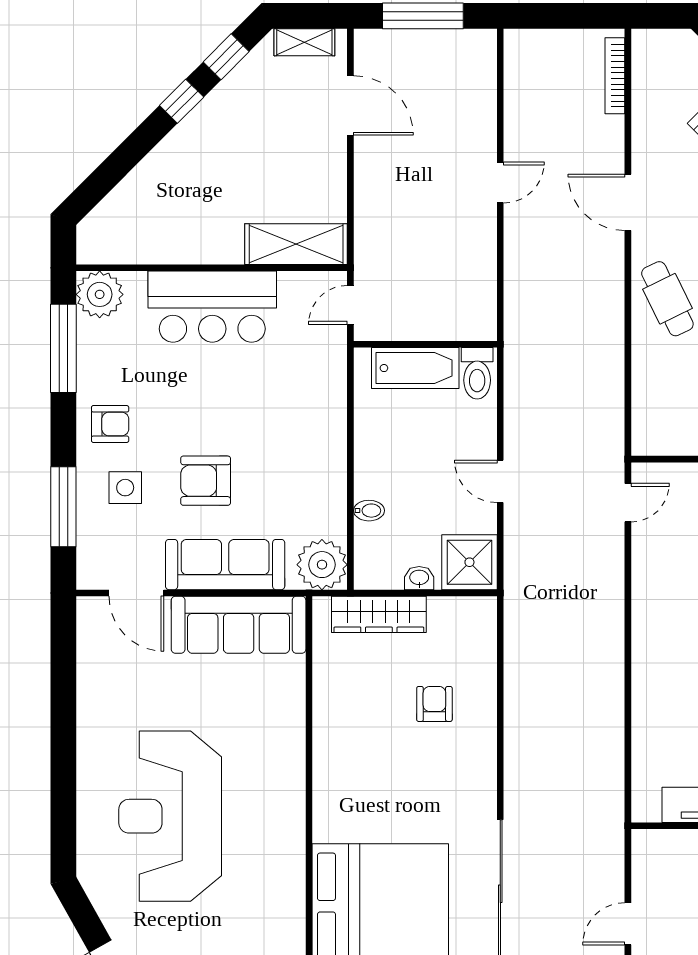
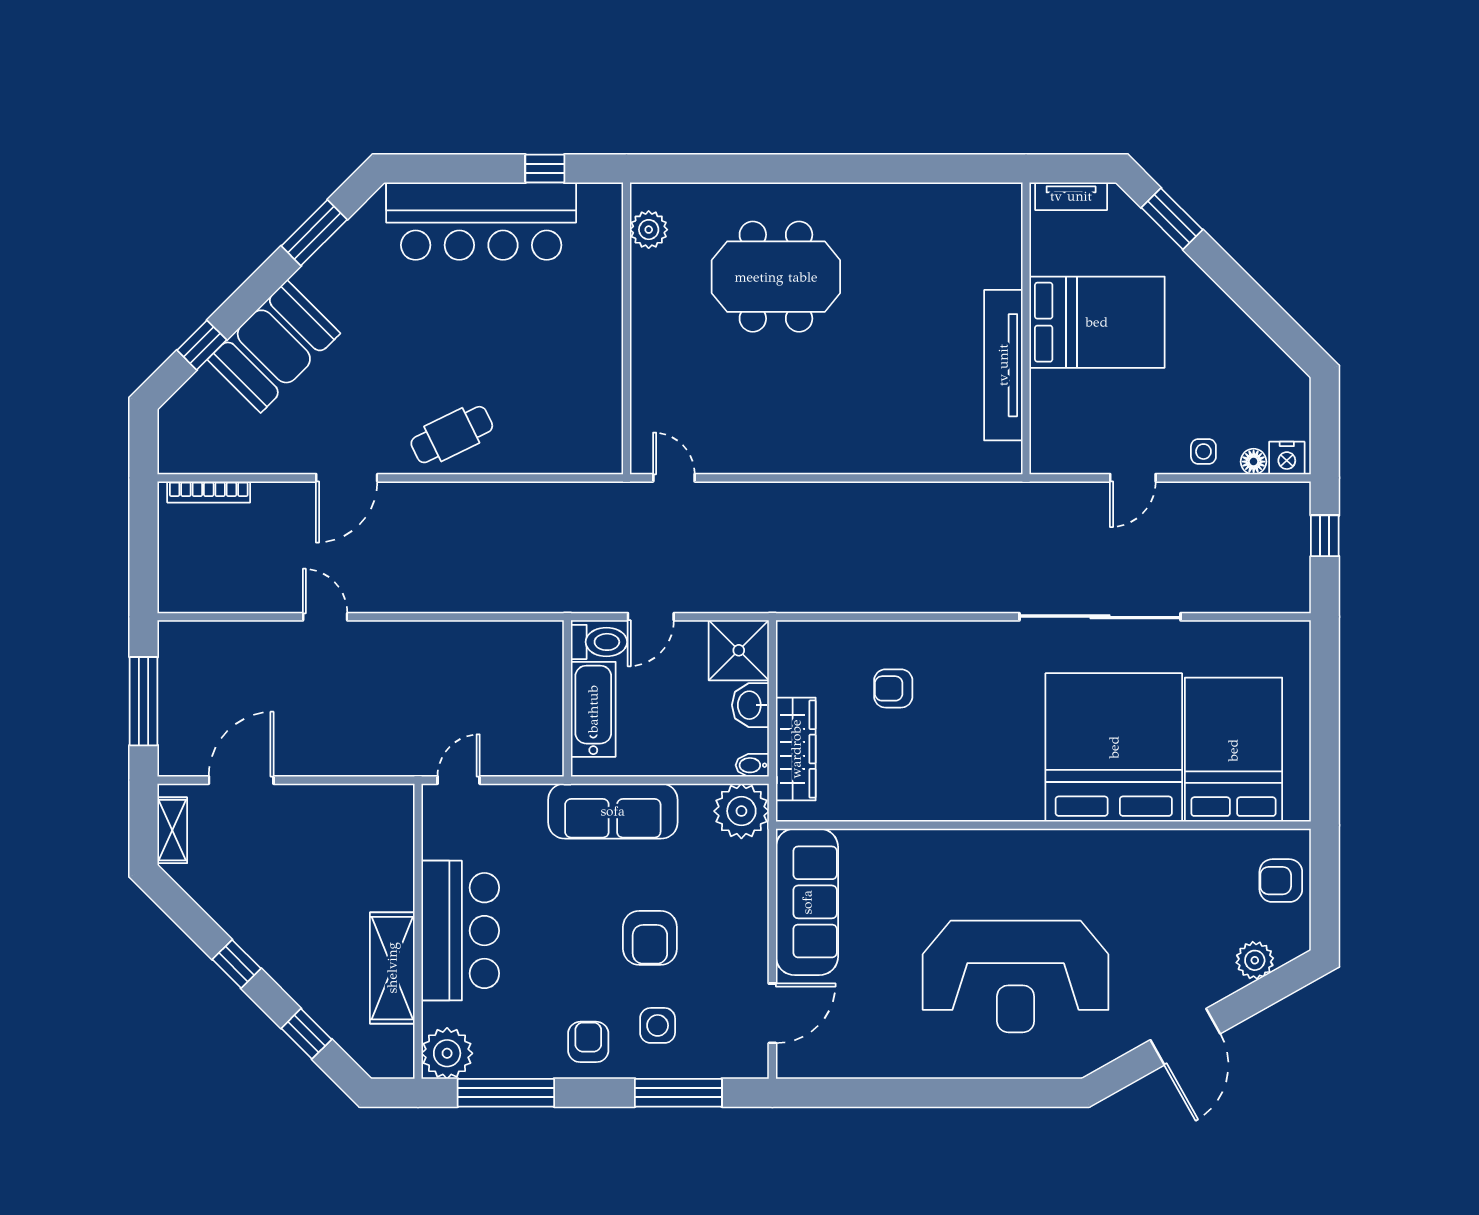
window: (226, 57) -> (306, 1034), moved
shelving: (296, 244) -> (392, 968), moved
door: (350, 305) -> (459, 780), swing flipped
wall: (425, 344) -> (567, 698), moved
bathtub: (415, 368) -> (593, 709), moved
toilet: (477, 373) -> (599, 642), moved
bidet: (369, 511) -> (752, 765), moved, turned -90
sofa: (225, 565) -> (613, 811), moved, turned -90
washbasin: (419, 578) -> (750, 705), width x1.38, depth x1.45
door: (628, 924) -> (1133, 478), hinge flipped

